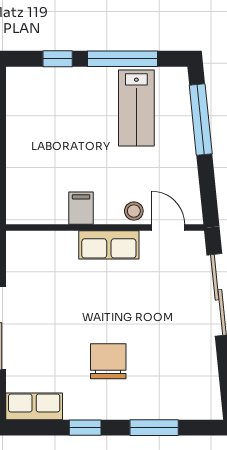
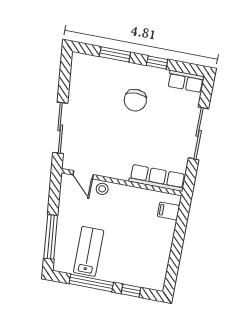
filing cabinet: (81, 208) -> (169, 211), moved, turned 90
row of seats: (109, 245) -> (157, 178), moved, width x1.48

